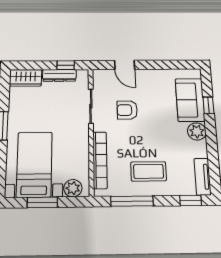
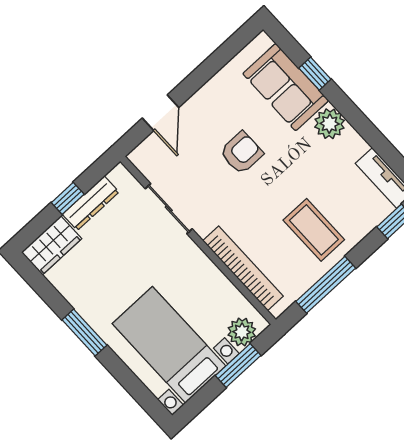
window: (66, 65) -> (68, 198), moved
door: (125, 65) -> (161, 113), hinge flipped
armchair: (127, 110) -> (241, 153), moved, turned 180
coffee table: (149, 171) -> (314, 230), turned 90
window: (42, 202) -> (238, 366), moved

